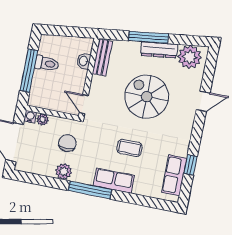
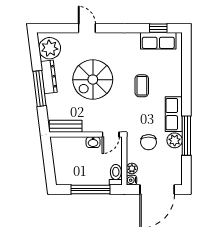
washbasin: (84, 61) -> (93, 142), moved
toilet: (47, 64) -> (116, 175), moved
chair: (67, 143) -> (149, 142), turned -90
window: (190, 165) -> (158, 28), moved
row of seats: (114, 181) -> (174, 114), moved
window: (90, 190) -> (186, 136), moved

